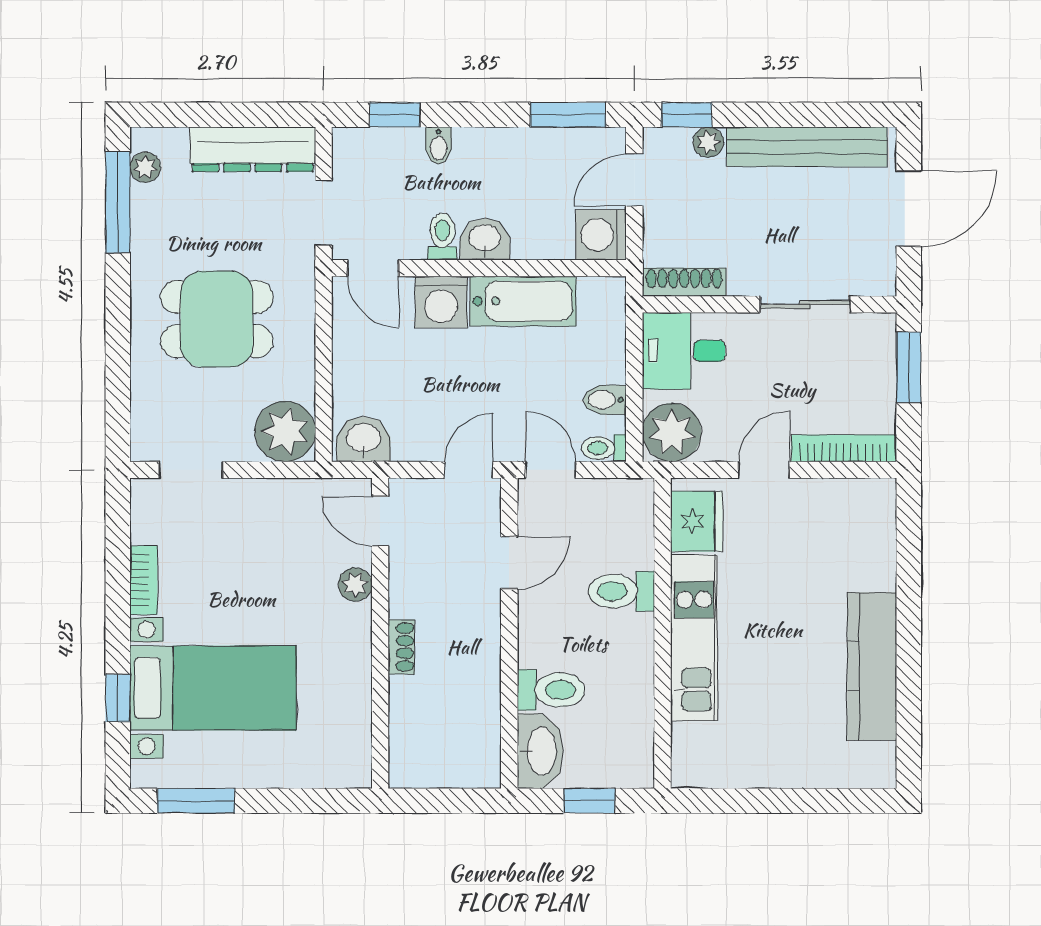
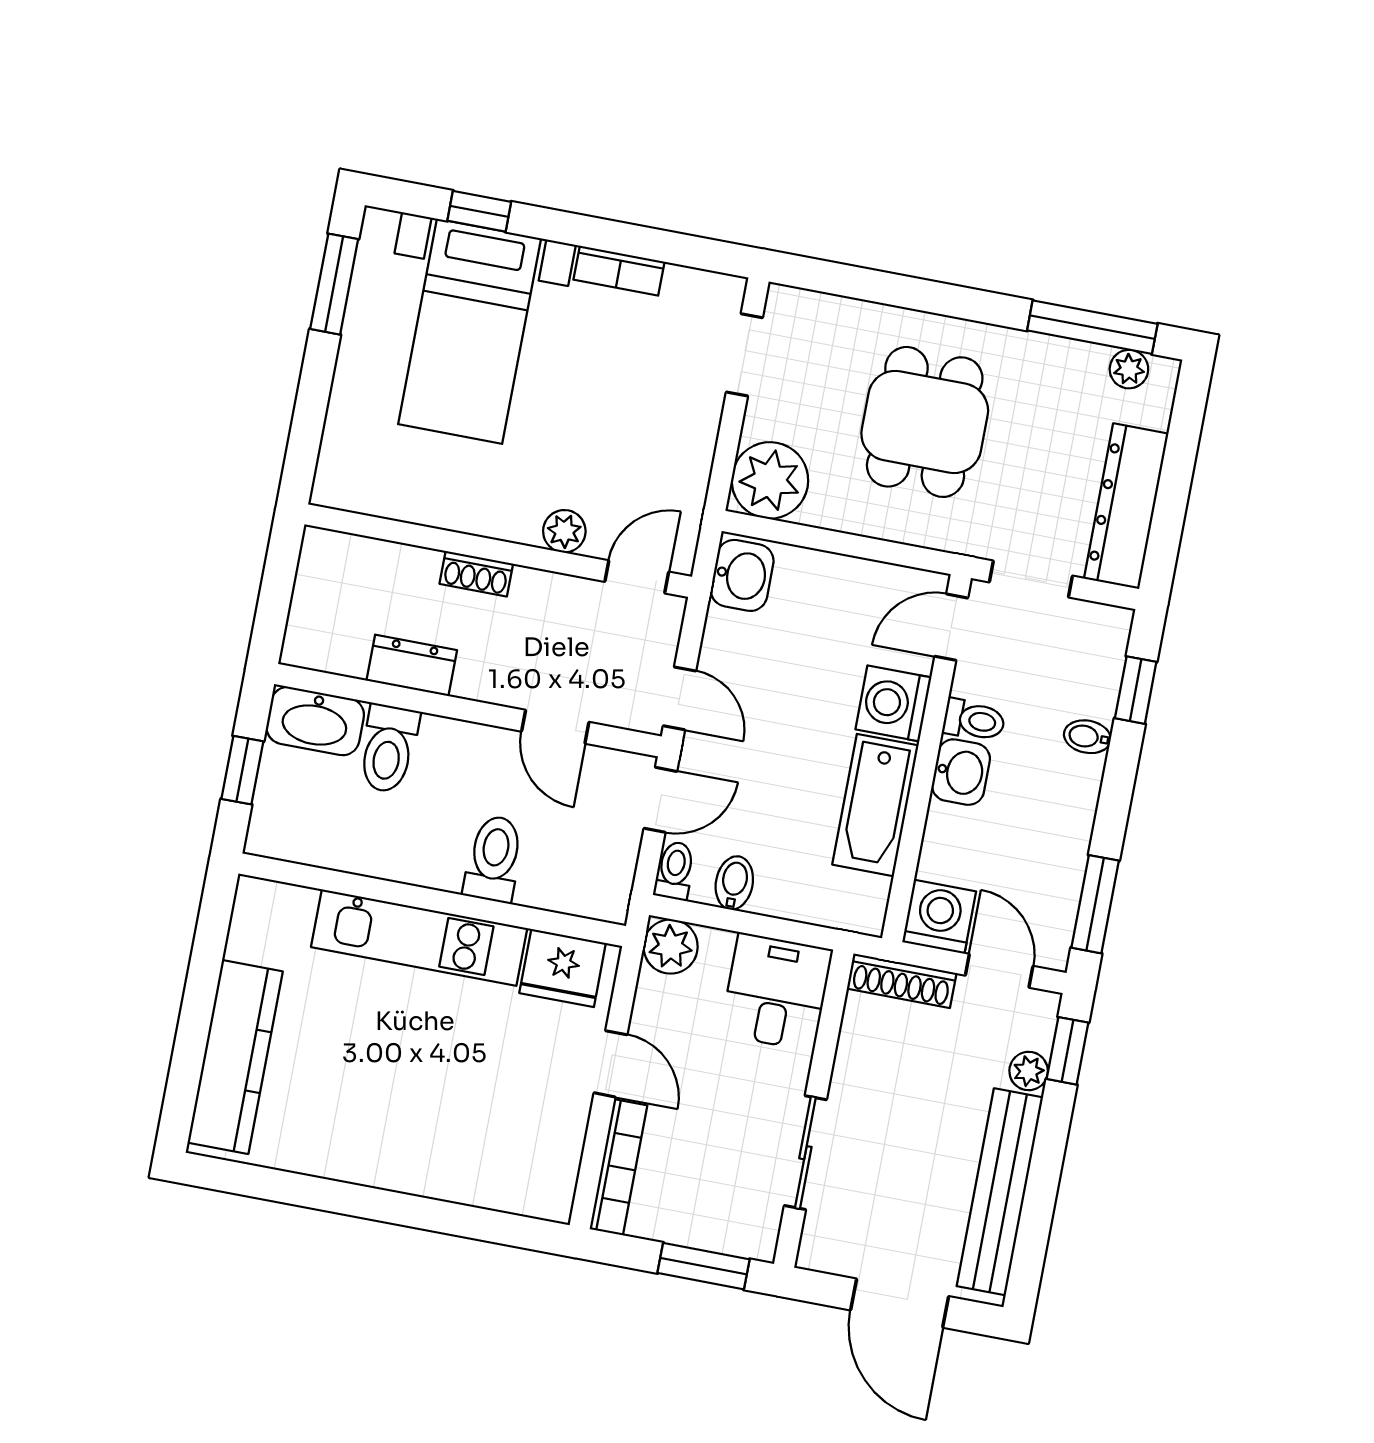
shoe rack: (684, 282) -> (902, 981), moved, turned 90
plant: (672, 432) -> (671, 947), width x0.73, depth x0.73
kitchen counter: (872, 666) -> (235, 1057), moved, turned 90
dresser: (482, 684) -> (412, 665), added

